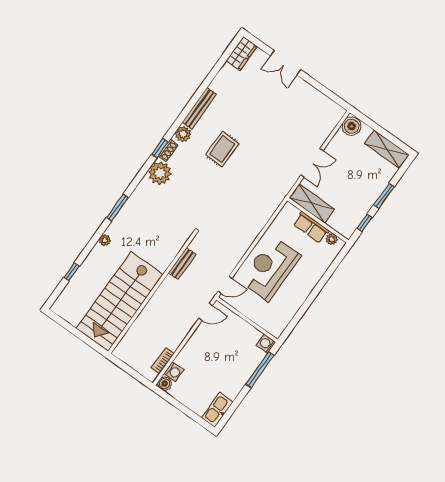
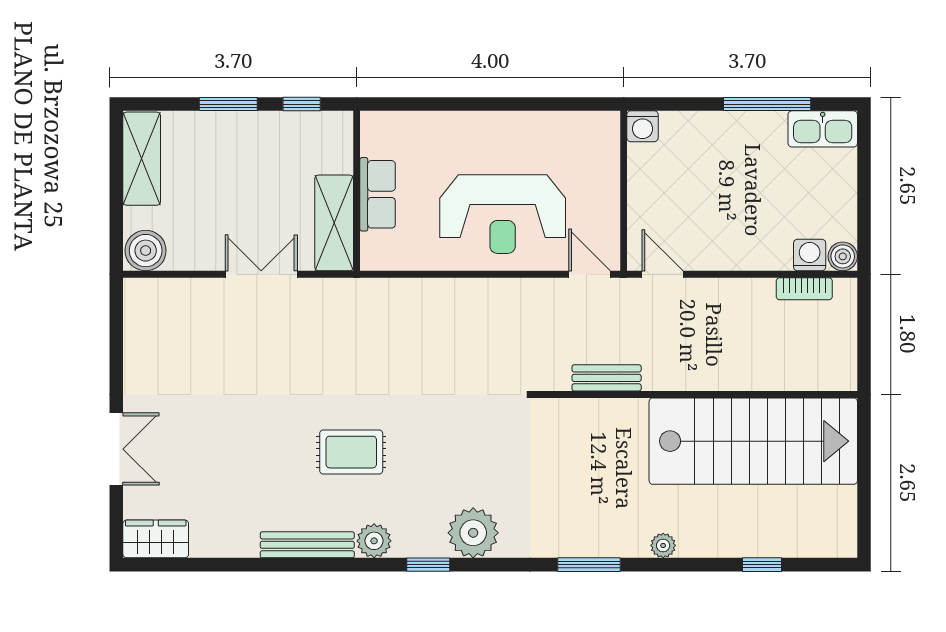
shoe rack: (168, 151) -> (423, 547), removed
plant: (332, 239) -> (373, 142), removed
window: (260, 370) -> (767, 104), moved

